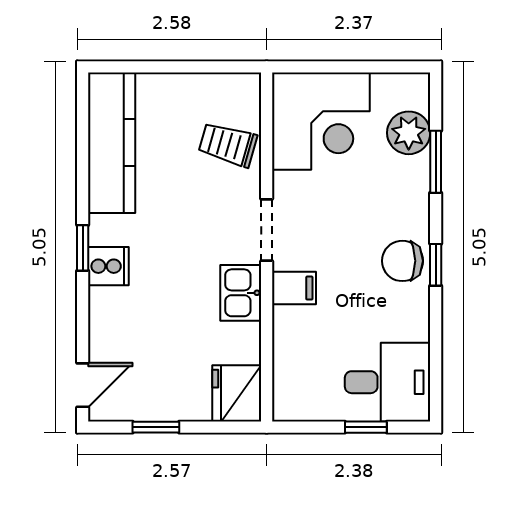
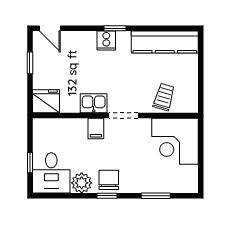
plant: (409, 133) -> (82, 183), moved

